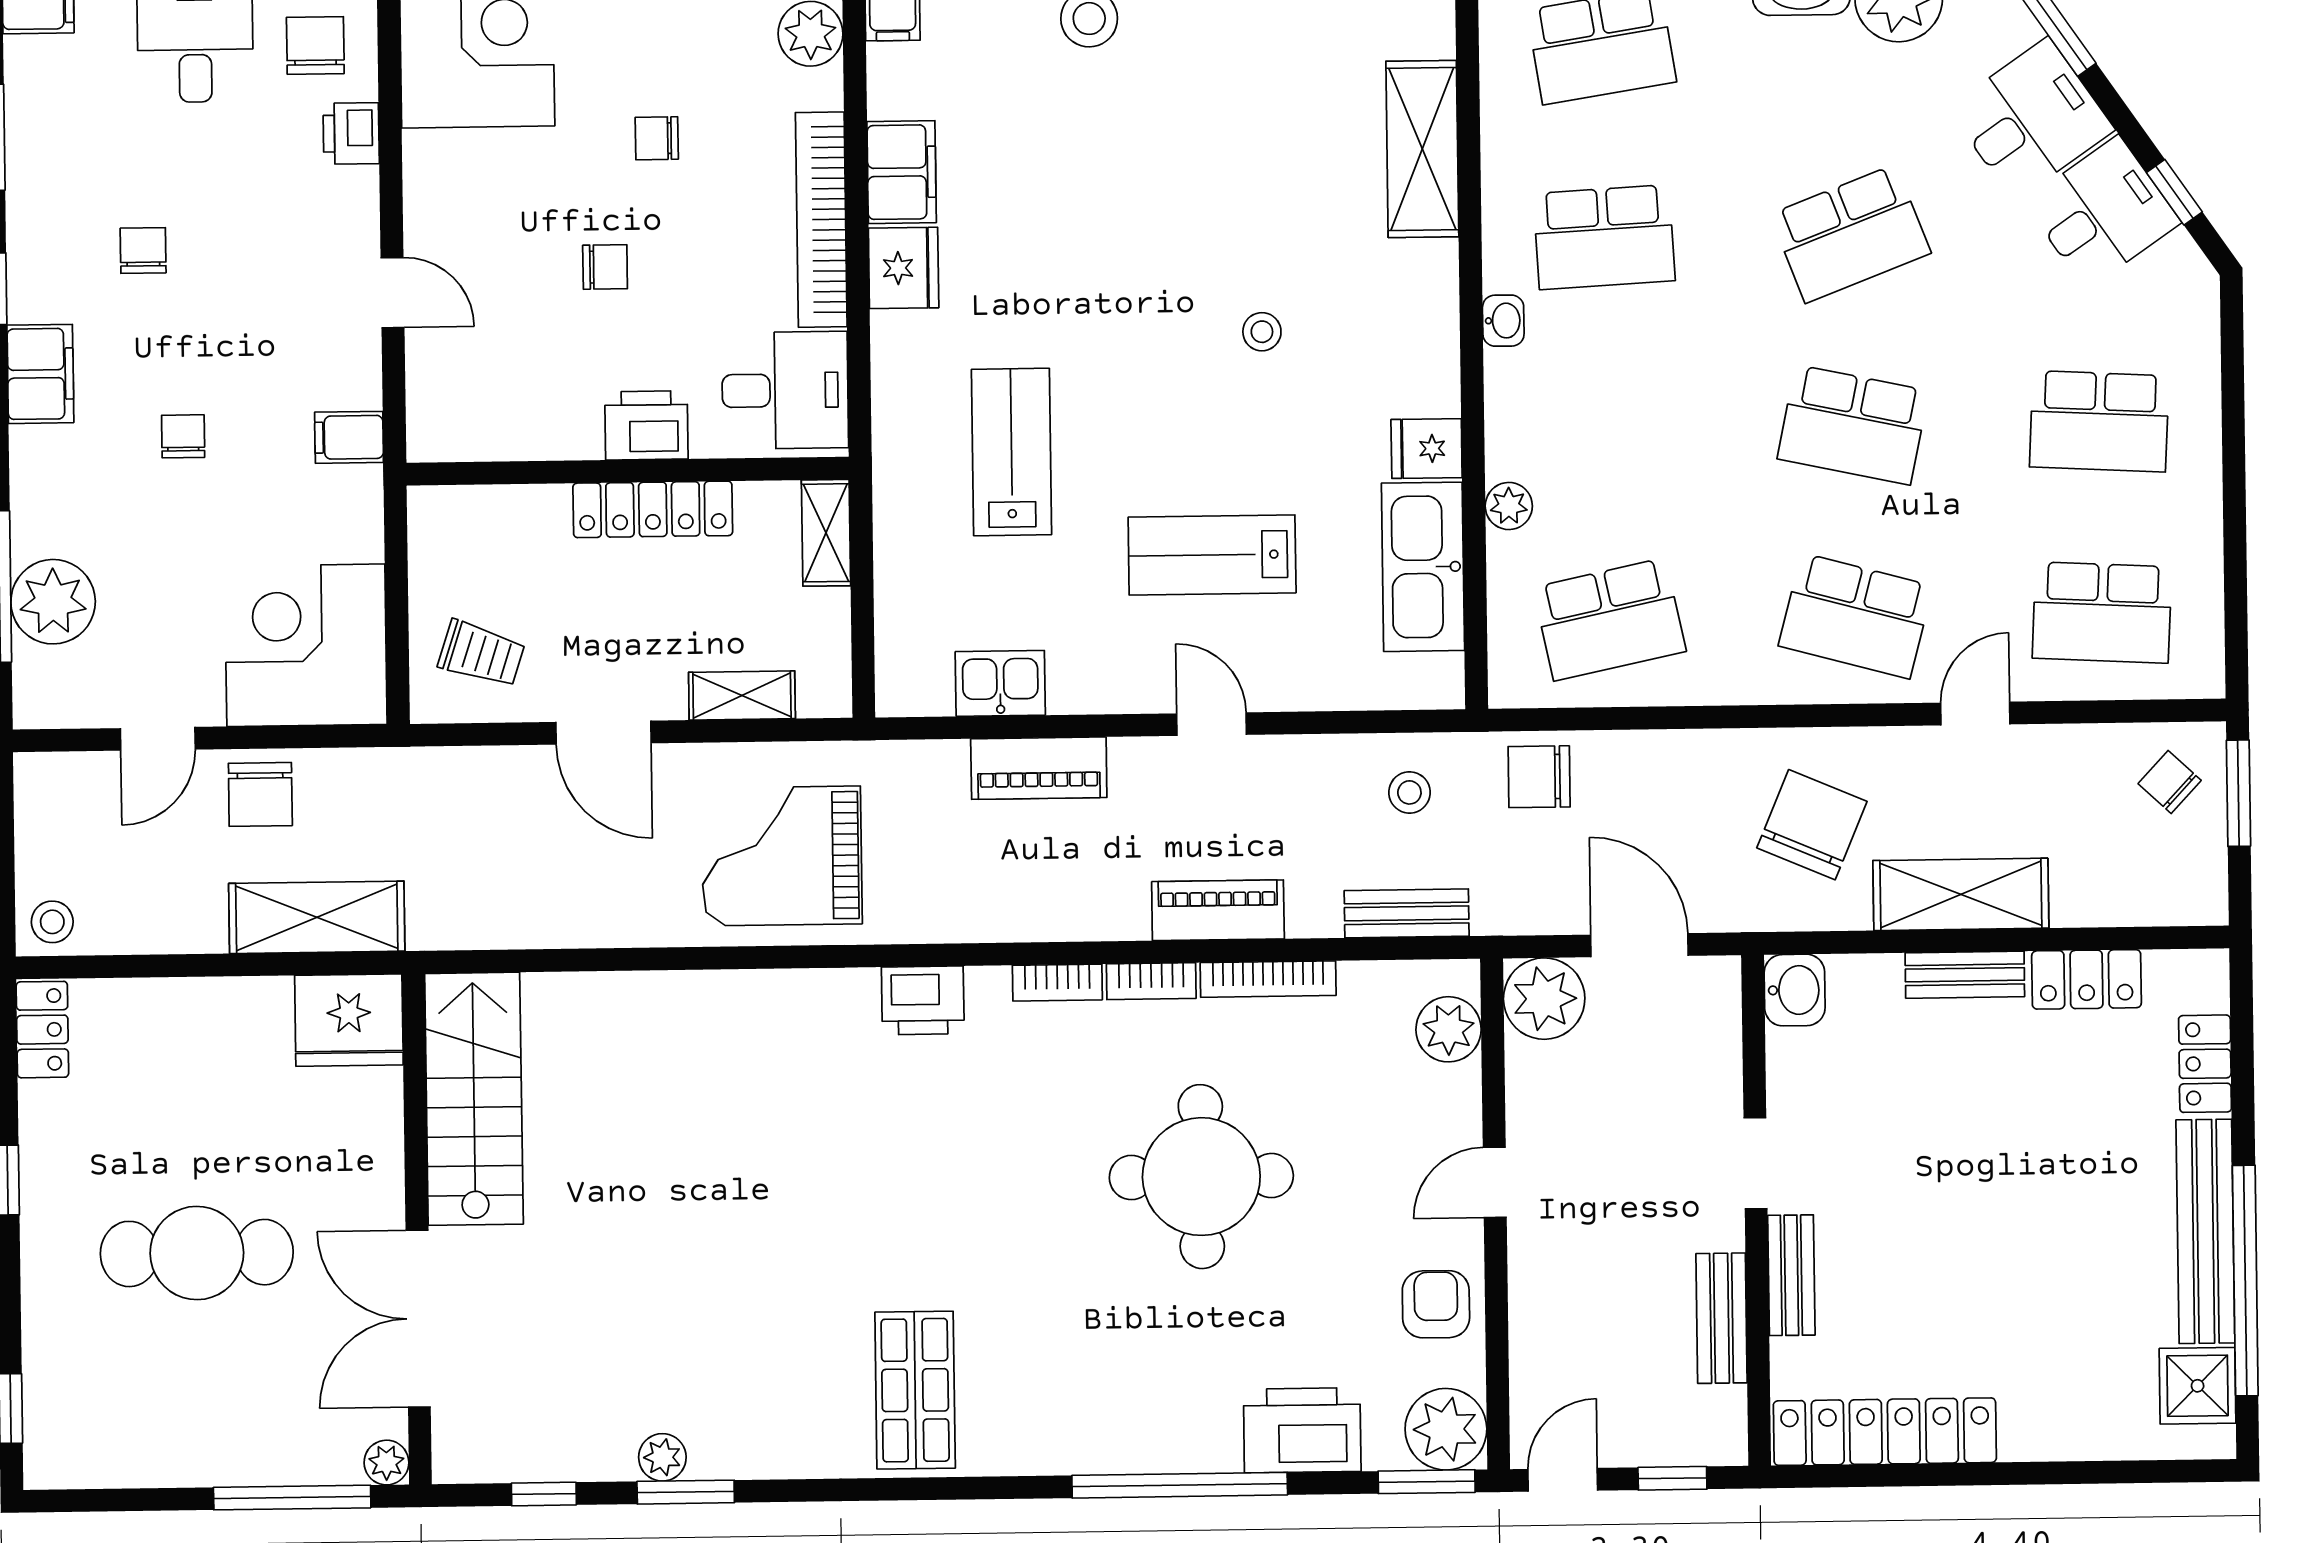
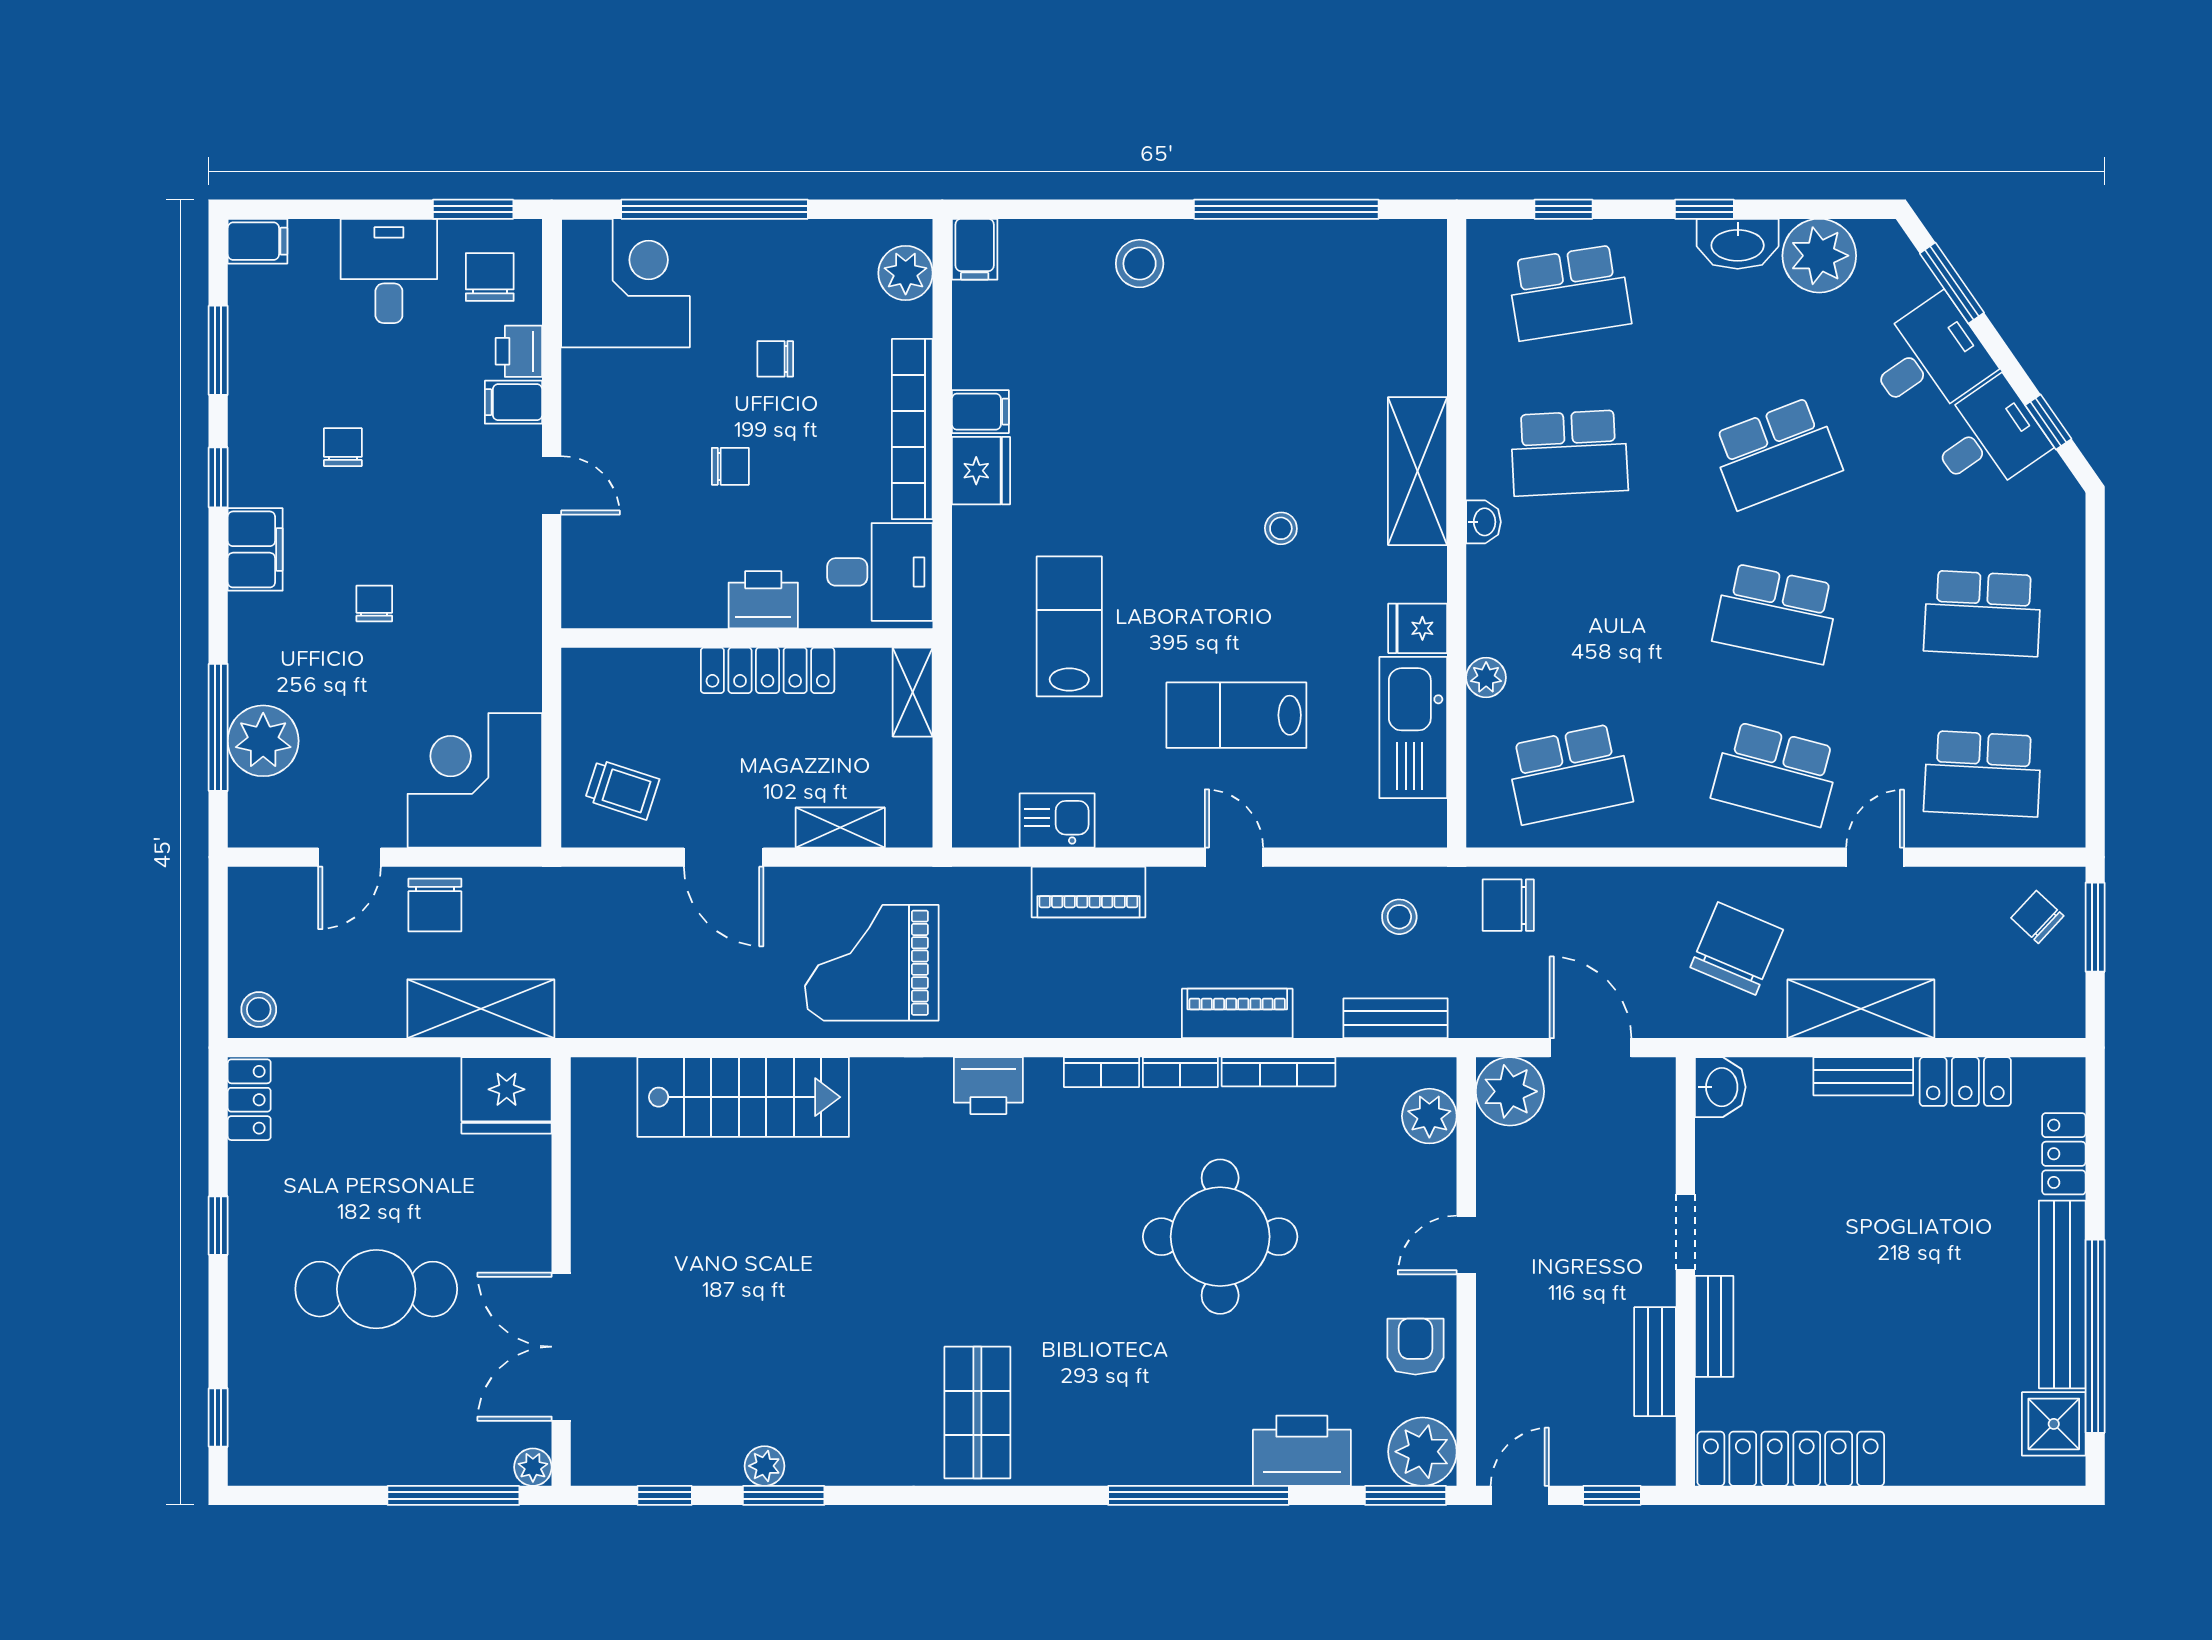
shelving: (1422, 149) -> (1418, 471), moved
filing cabinet: (902, 172) -> (980, 412), width x0.50
filing cabinet: (349, 437) -> (513, 402), moved
stairs: (474, 1099) -> (743, 1097), moved, turned 90

